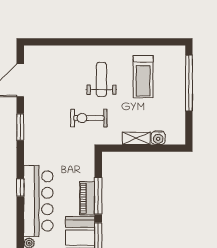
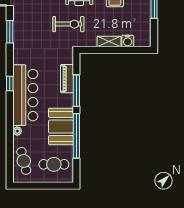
exercise bike: (89, 118) -> (68, 24), turned 180
piano: (87, 198) -> (67, 79), moved

